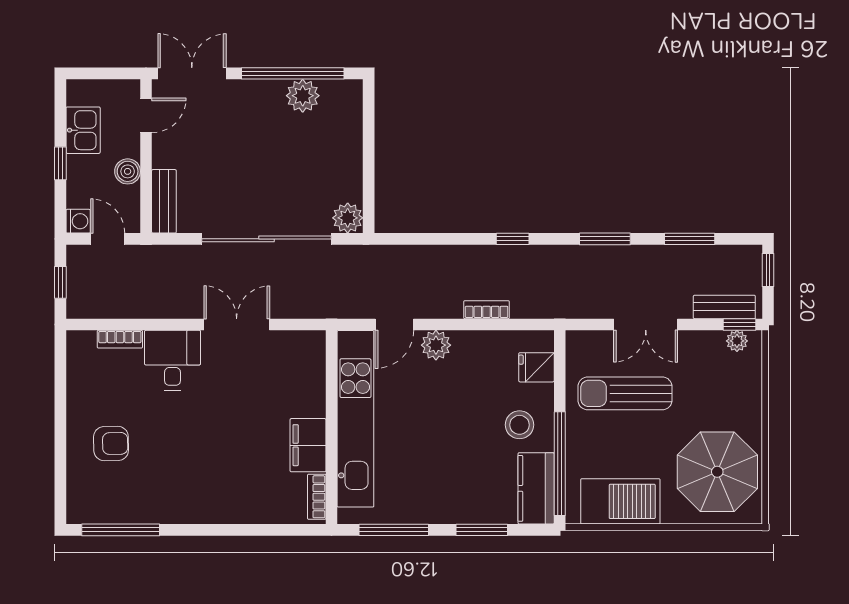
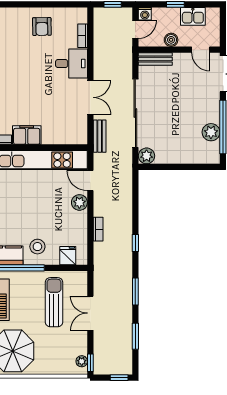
bench: (724, 307) -> (100, 136), moved
armchair: (111, 444) -> (42, 26), moved

